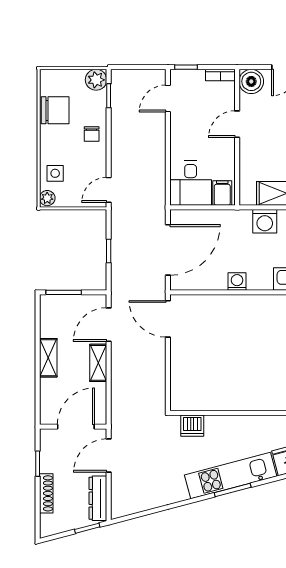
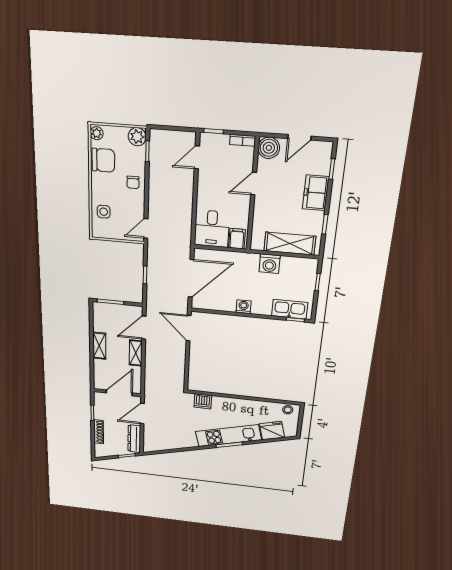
plant: (47, 198) -> (97, 133), moved

